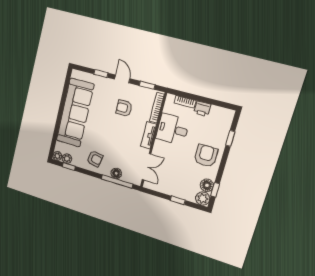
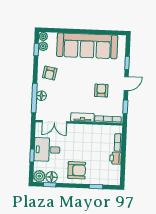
desk: (173, 129) -> (47, 150), moved, turned -90

